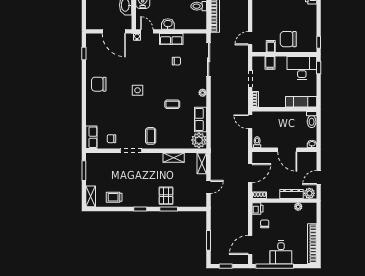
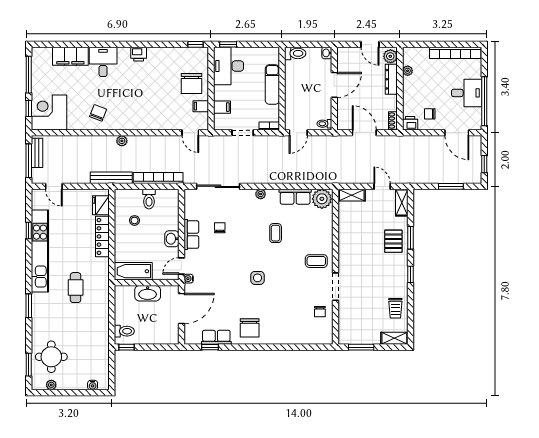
exam couch: (301, 102) -> (272, 85), moved
row of seats: (91, 137) -> (216, 337), moved
shelving: (174, 158) -> (402, 203), moved
pallet: (166, 196) -> (393, 241), turned 90

